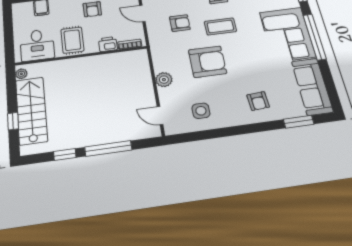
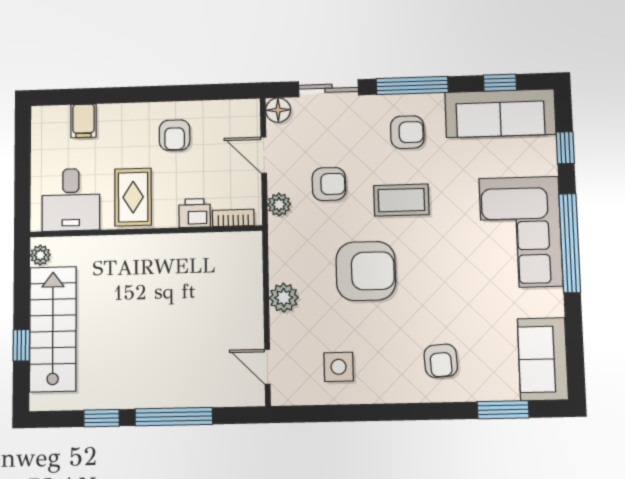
plant: (154, 35) -> (279, 205), added
sofa: (312, 86) -> (543, 359), width x0.73

